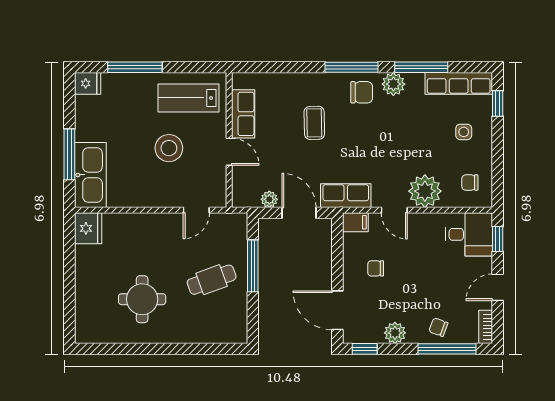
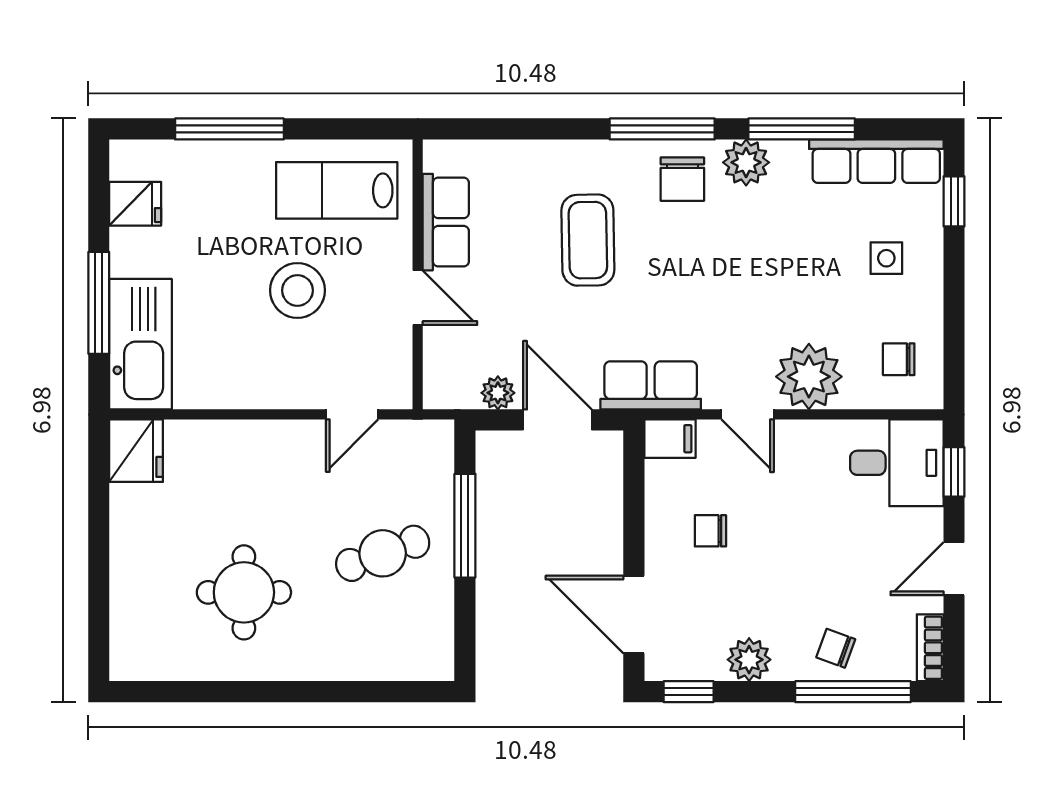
fridge: (88, 83) -> (135, 204), moved
chair: (362, 92) -> (682, 179), turned 90
coffee table: (314, 123) -> (588, 240), width x1.36, depth x1.30

